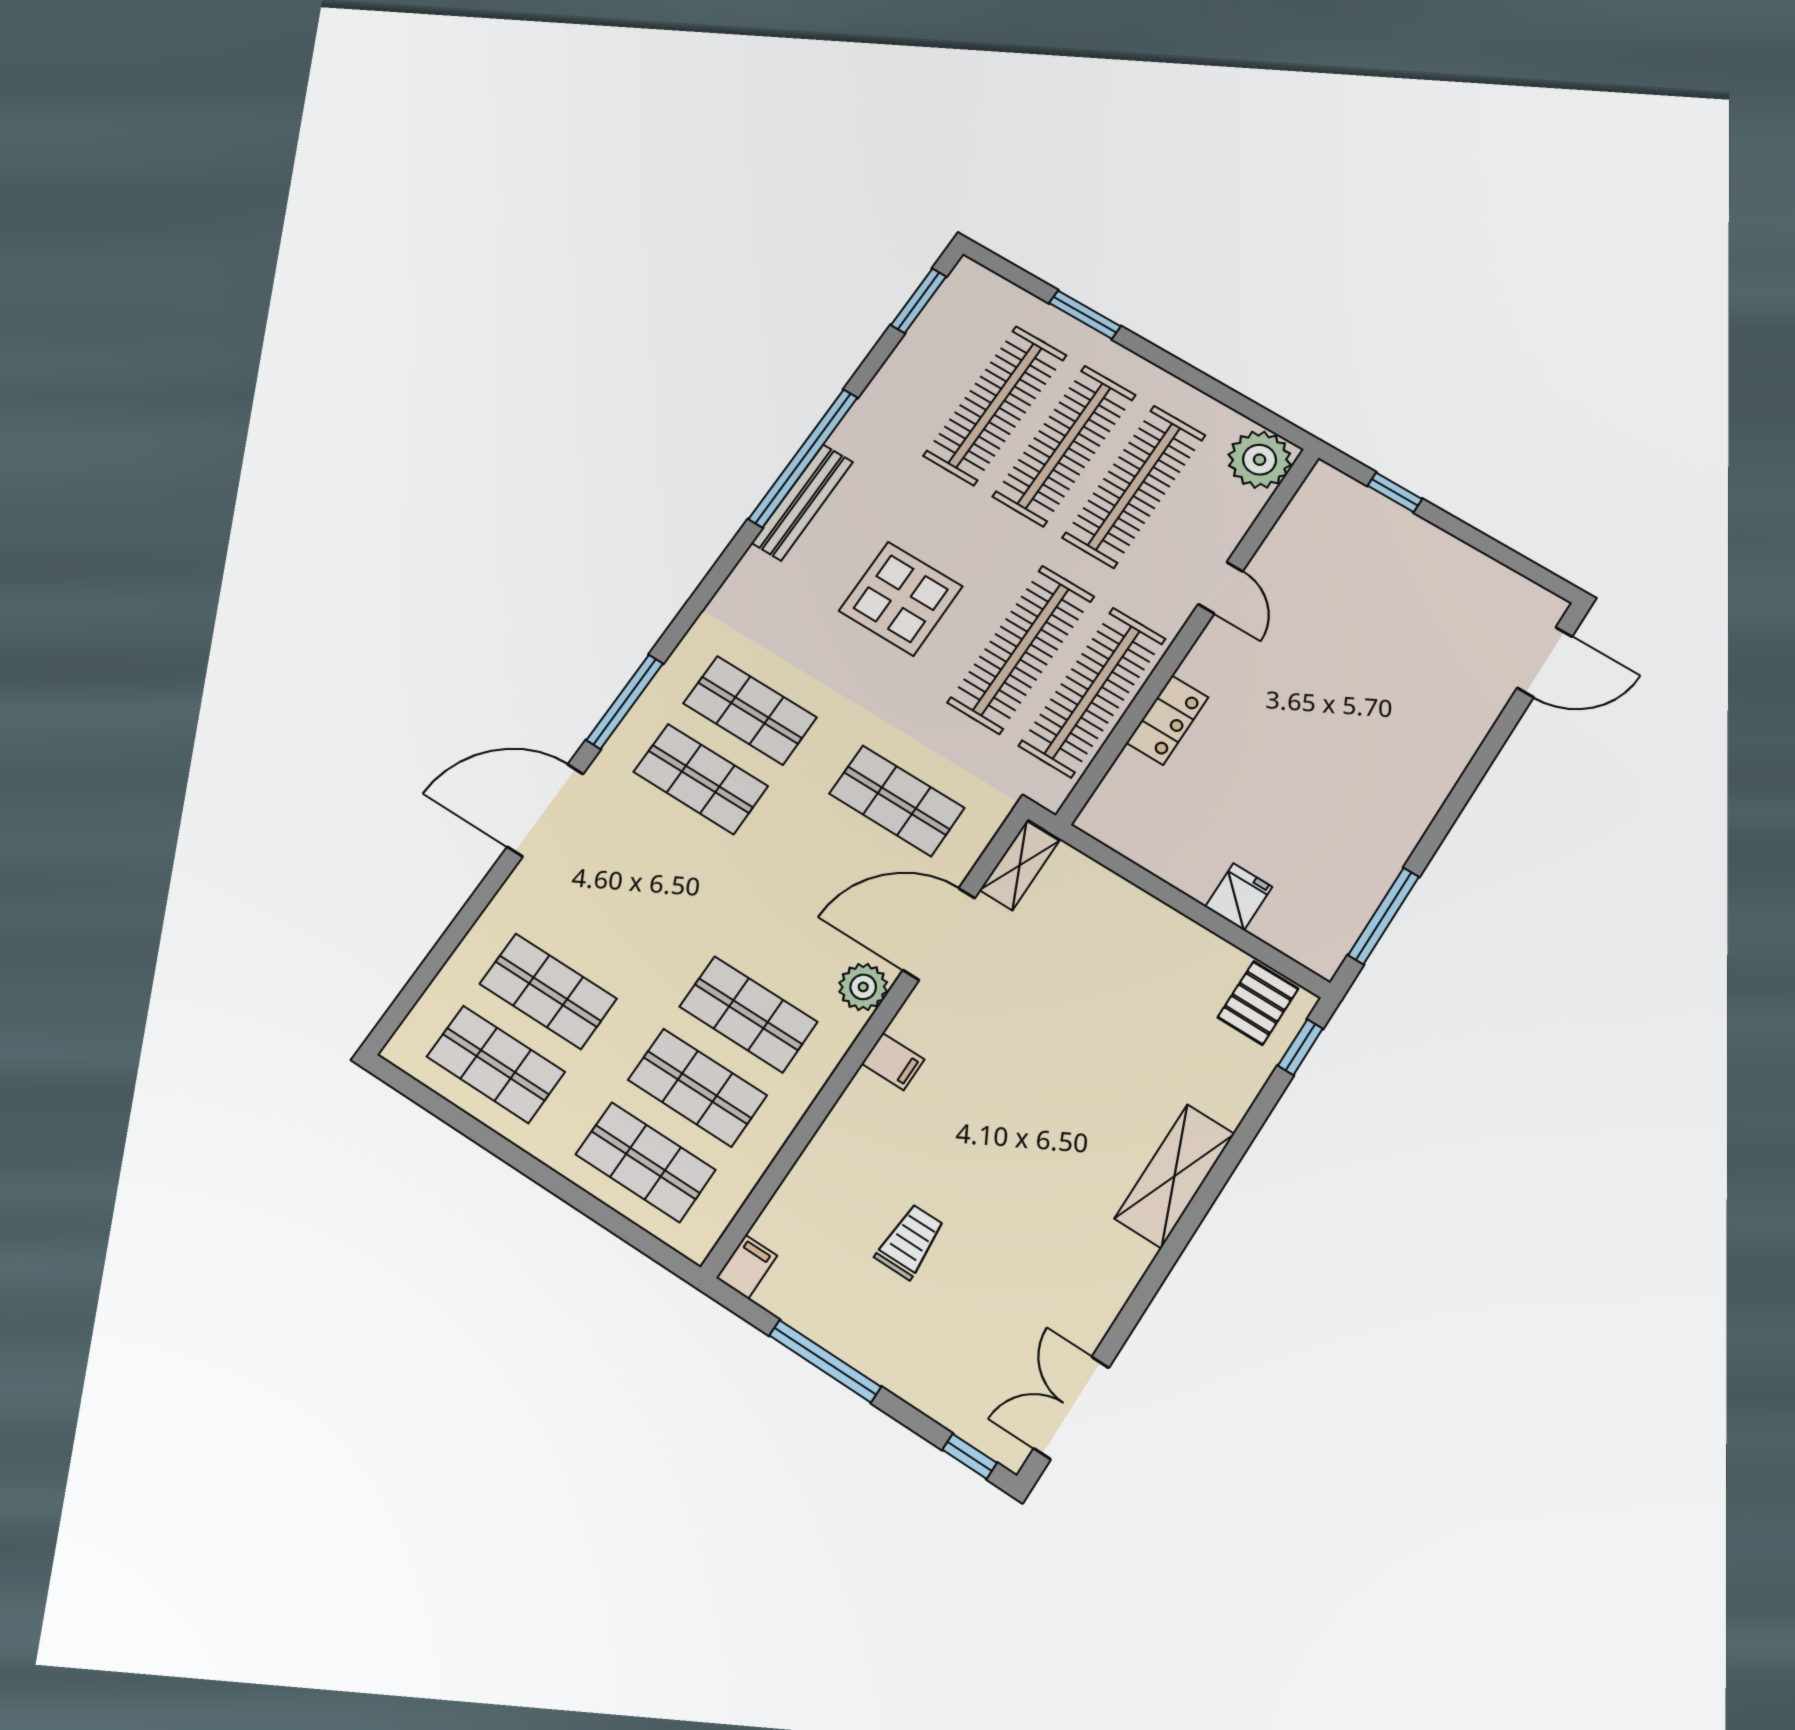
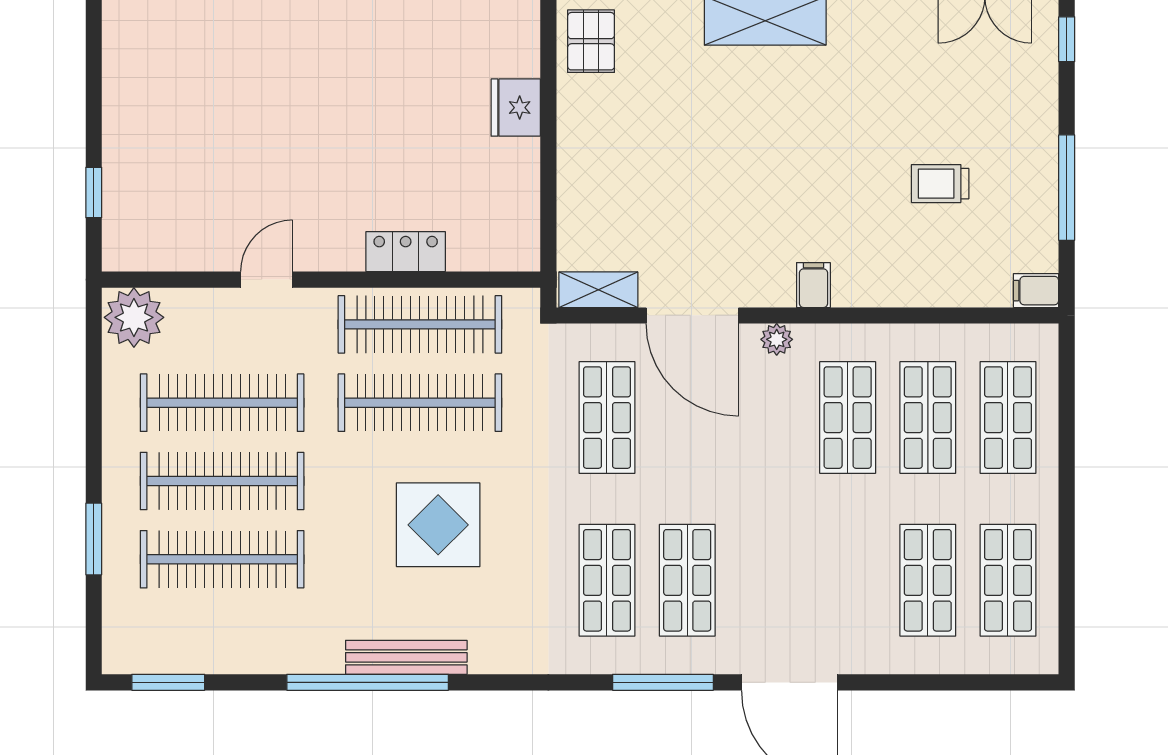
fridge: (1239, 897) -> (516, 108), width x1.38
plant: (863, 987) -> (777, 339), width x0.73, depth x0.73
pallet: (1258, 1003) -> (591, 41), turned 90

